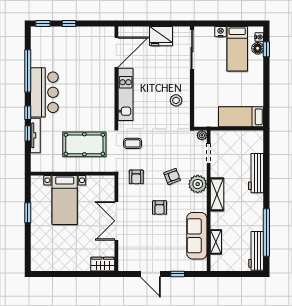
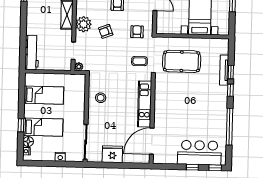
bed: (237, 49) -> (43, 127), moved, turned 90
window: (266, 49) -> (21, 125), moved
bar counter: (44, 92) -> (199, 153), moved, turned 90
bed: (241, 117) -> (44, 95), moved
workbench: (256, 173) -> (32, 53), moved

